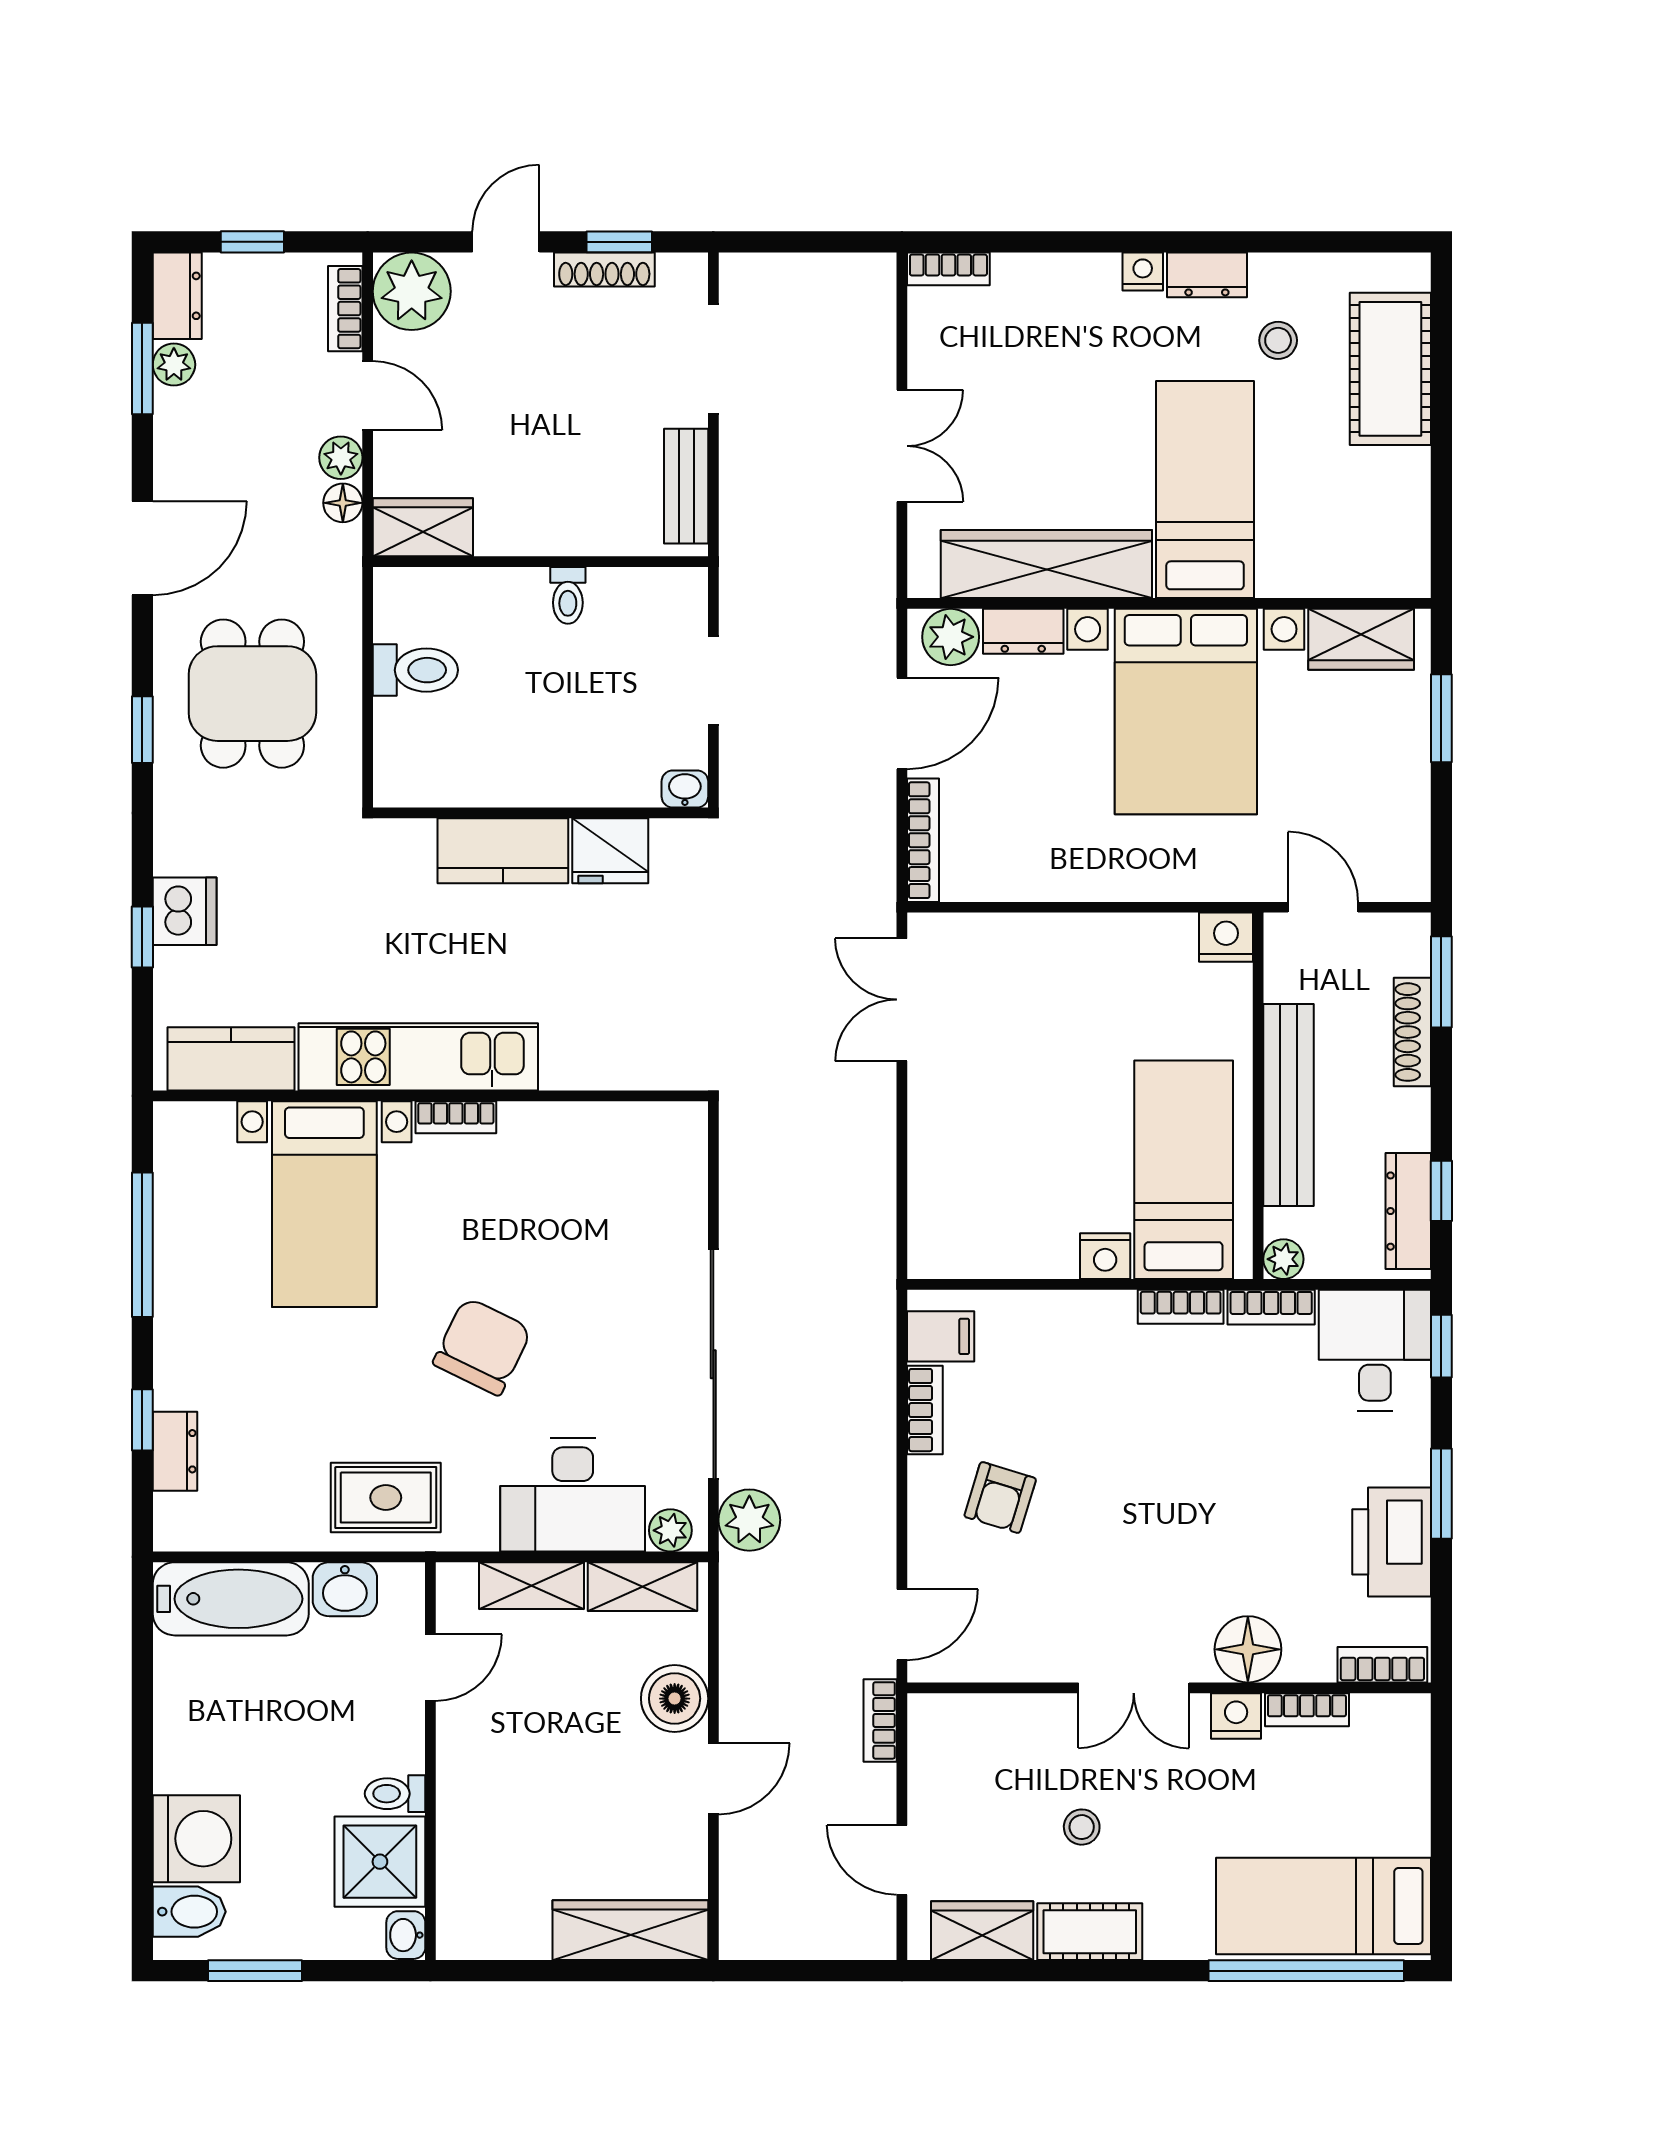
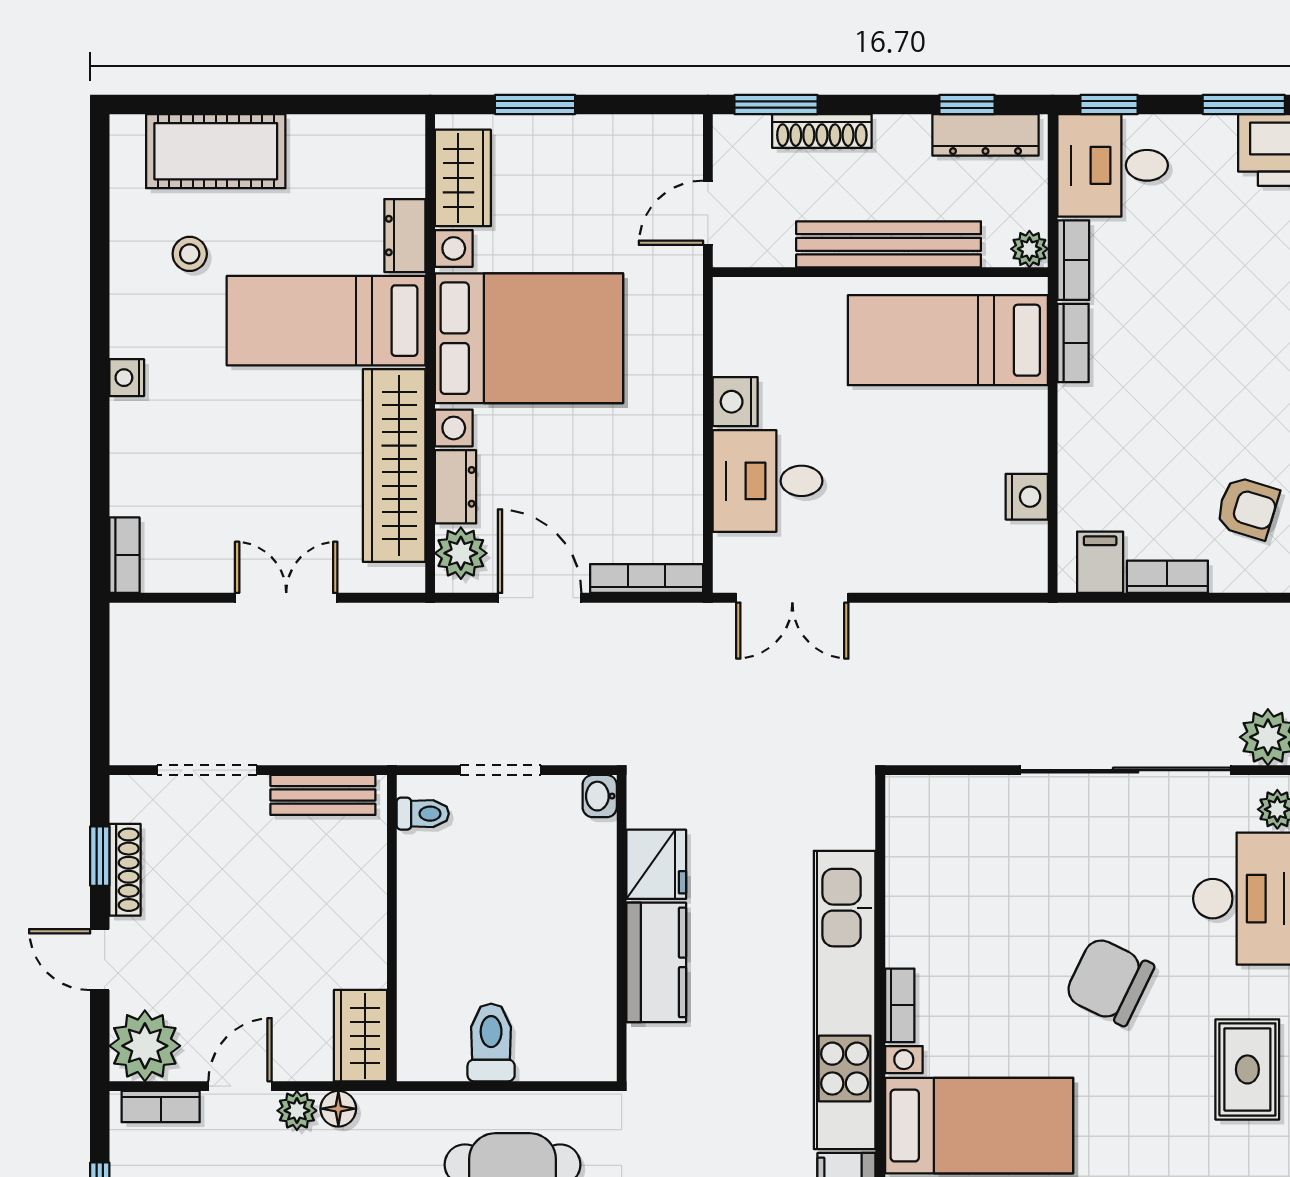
dresser: (1207, 275) -> (405, 236), moved, turned 180
toilet: (568, 595) -> (423, 814), moved
nightstand: (1226, 937) -> (735, 402), moved
desk: (1030, 973) -> (767, 481), added
kitchen unit: (418, 1057) -> (845, 1000), width x1.36
nightstand: (1105, 1256) -> (1027, 497), moved

